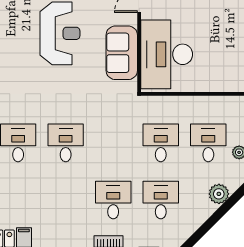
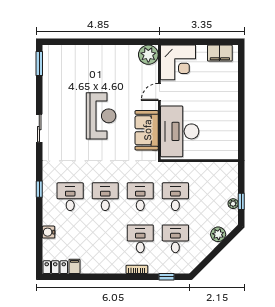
desk: (208, 143) -> (140, 197), moved

